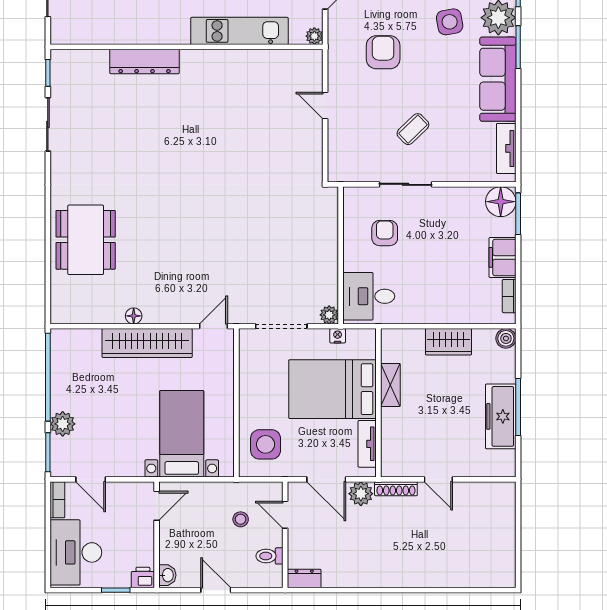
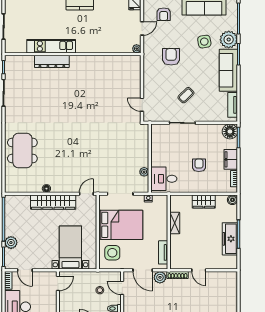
kitchen unit: (239, 31) -> (51, 46), moved
door: (325, 105) -> (142, 105), moved
armchair: (385, 233) -> (199, 165), moved
plant: (329, 315) -> (144, 172), moved
bed: (332, 389) -> (121, 225), moved, turned 180

